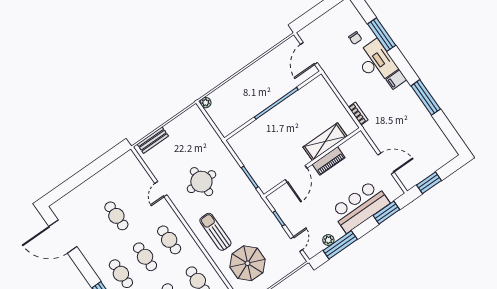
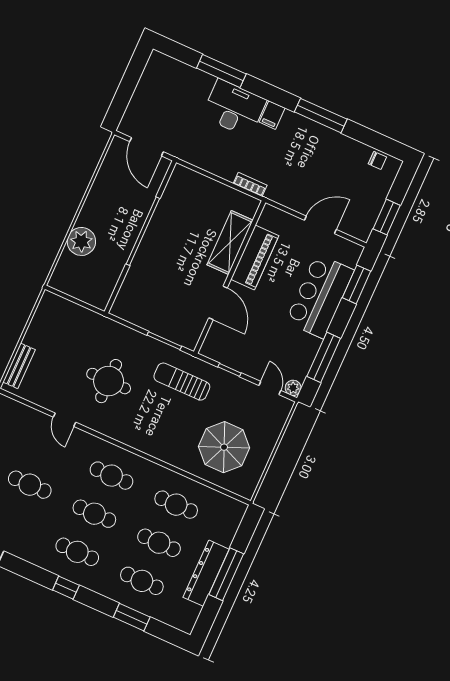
chair: (355, 38) -> (377, 160), moved
plant: (206, 103) -> (81, 241), moved, width x1.88, depth x1.88
piano: (329, 161) -> (255, 257), width x1.37, depth x1.33
sun lounger: (215, 232) -> (182, 382), moved
plant: (328, 240) -> (293, 388), moved

